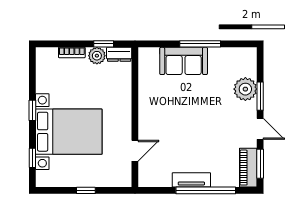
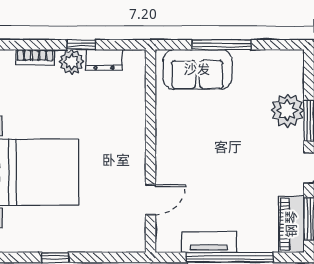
wall: (135, 117) -> (150, 151), moved
door: (135, 151) -> (150, 200), moved

